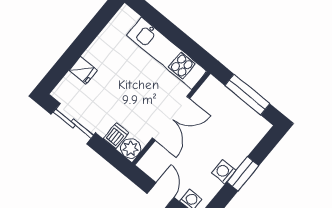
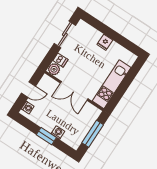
fridge: (83, 70) -> (105, 42), moved
washing machine: (224, 172) -> (58, 132), moved

